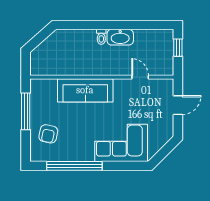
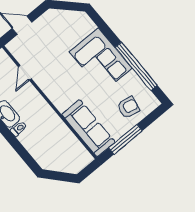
sofa: (85, 90) -> (88, 128), moved
corner sofa: (121, 143) -> (101, 60), moved

